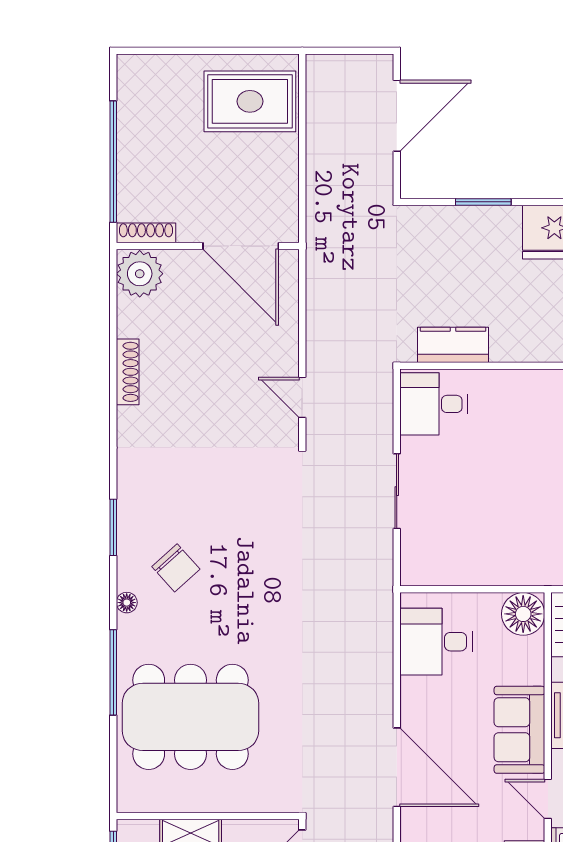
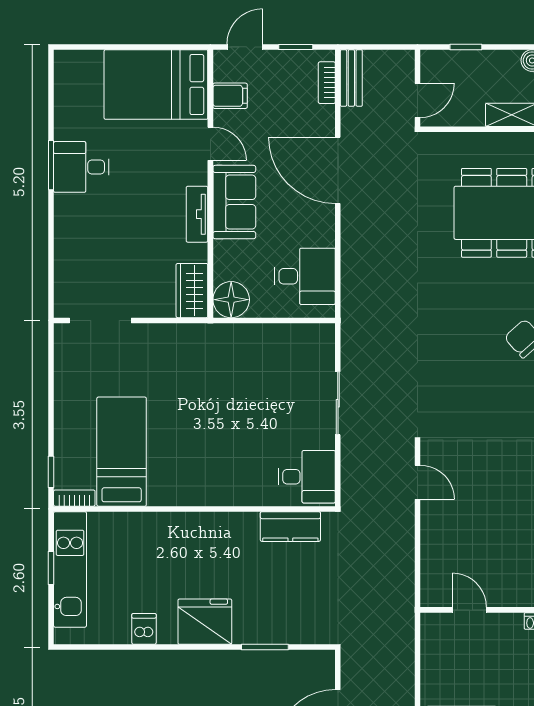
door: (241, 246) -> (469, 610), width x0.53

